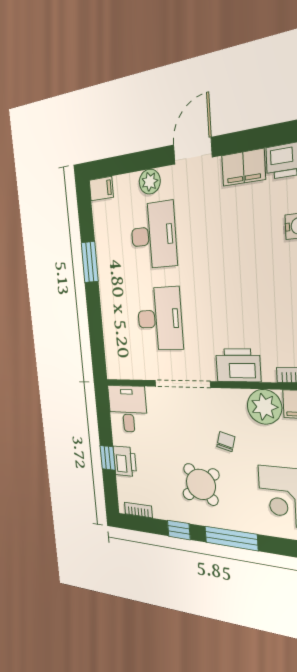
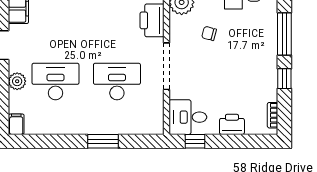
window: (90, 262) -> (103, 141), moved
window: (108, 458) -> (195, 141), moved
round table: (201, 484) -> (244, 56), removed

